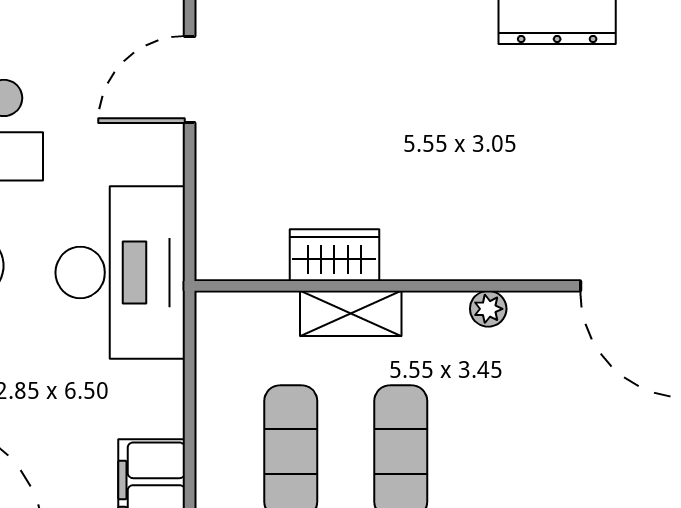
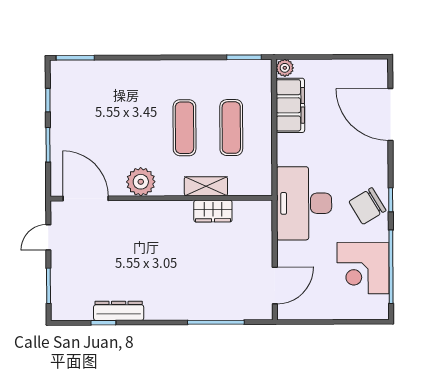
plant: (488, 309) -> (141, 182), width x1.88, depth x1.88

